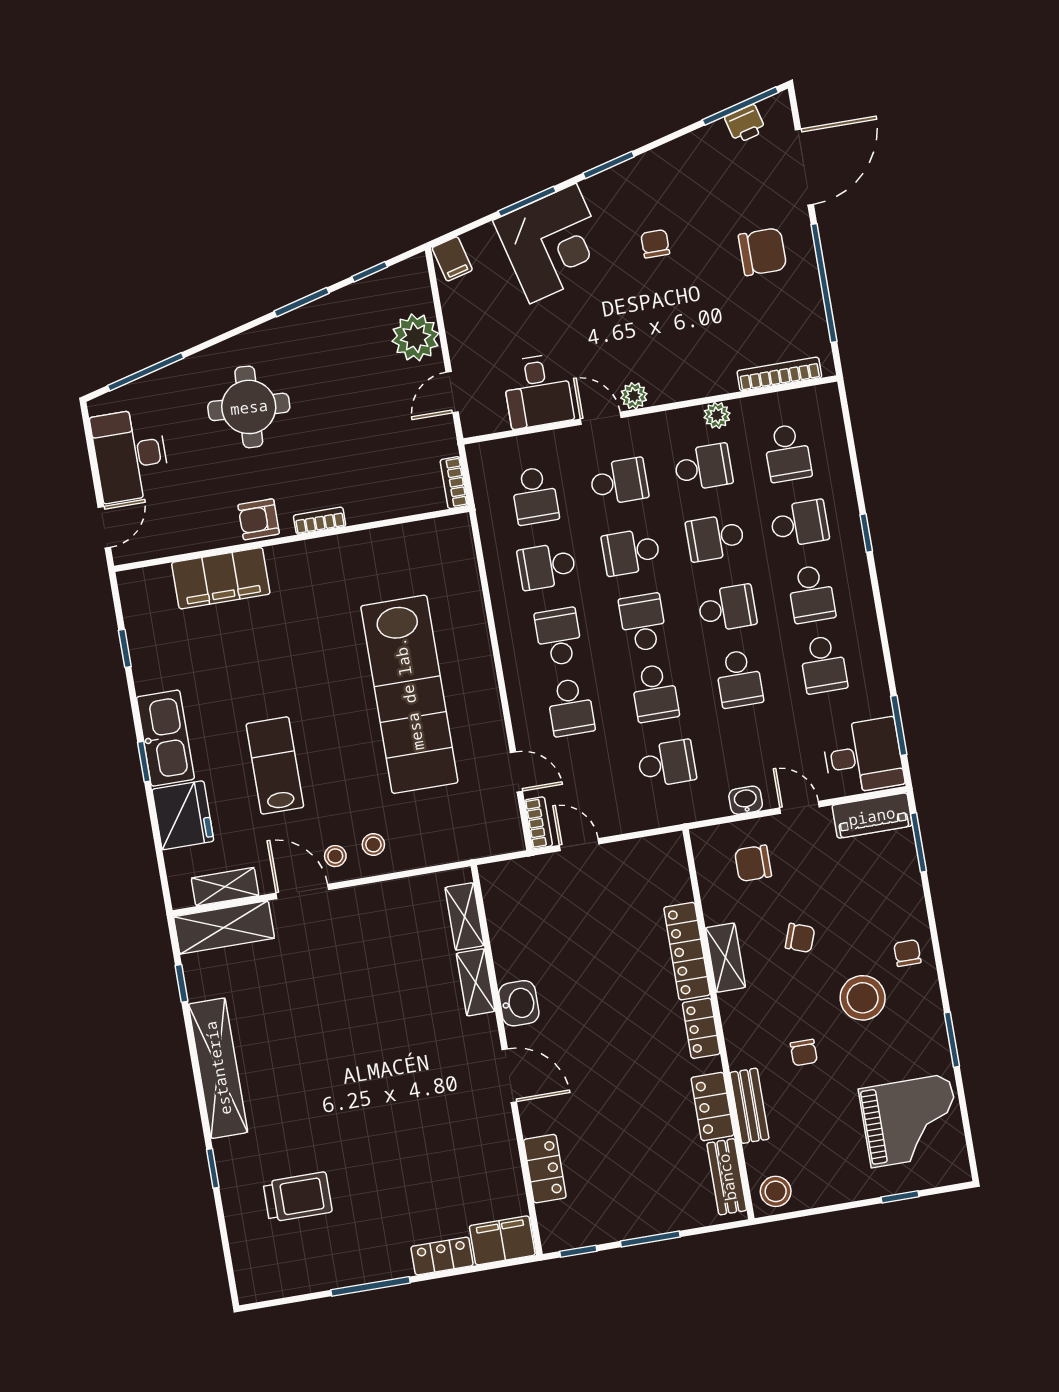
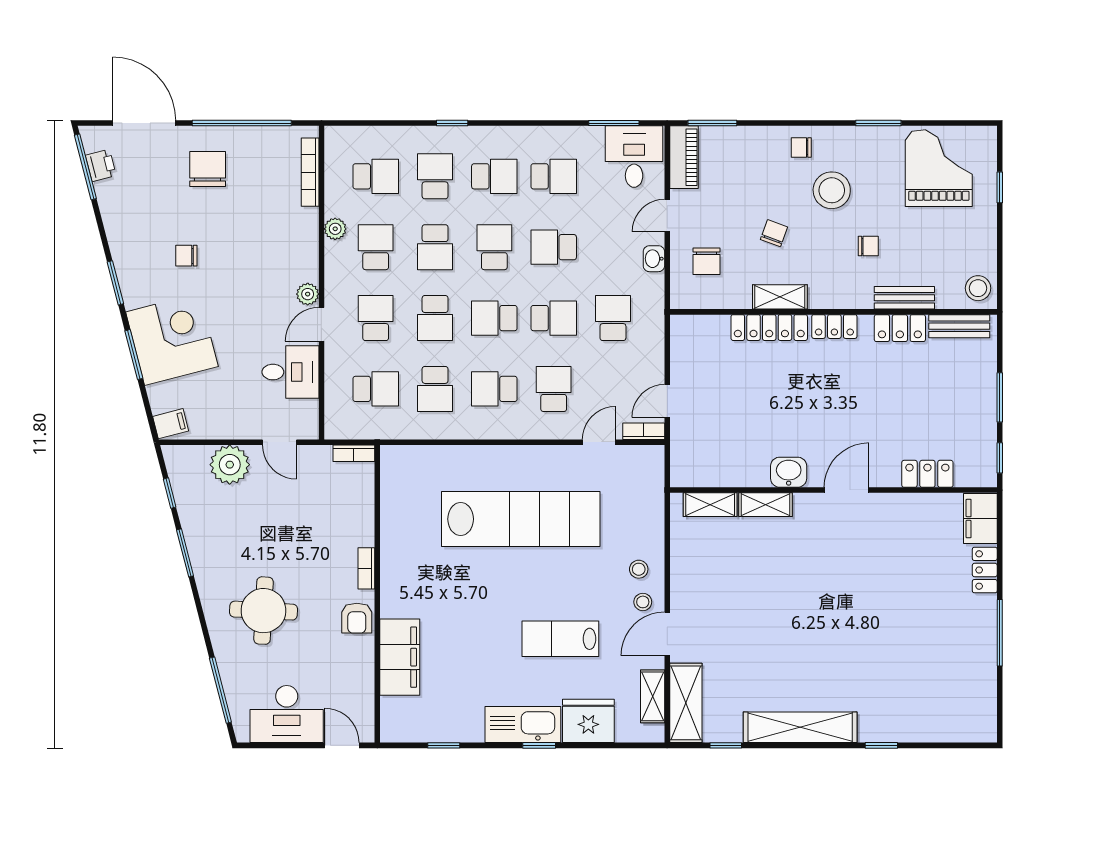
school desk: (739, 679) -> (554, 247), turned 180
school desk: (571, 707) -> (554, 389), turned -90
trolley: (298, 1197) -> (917, 680), removed

